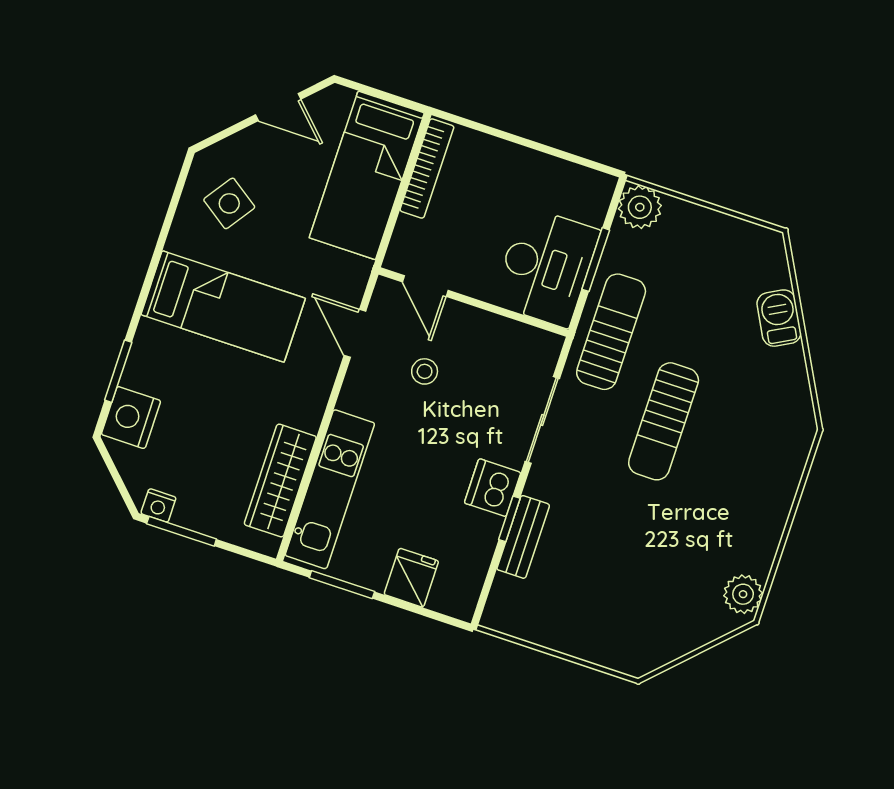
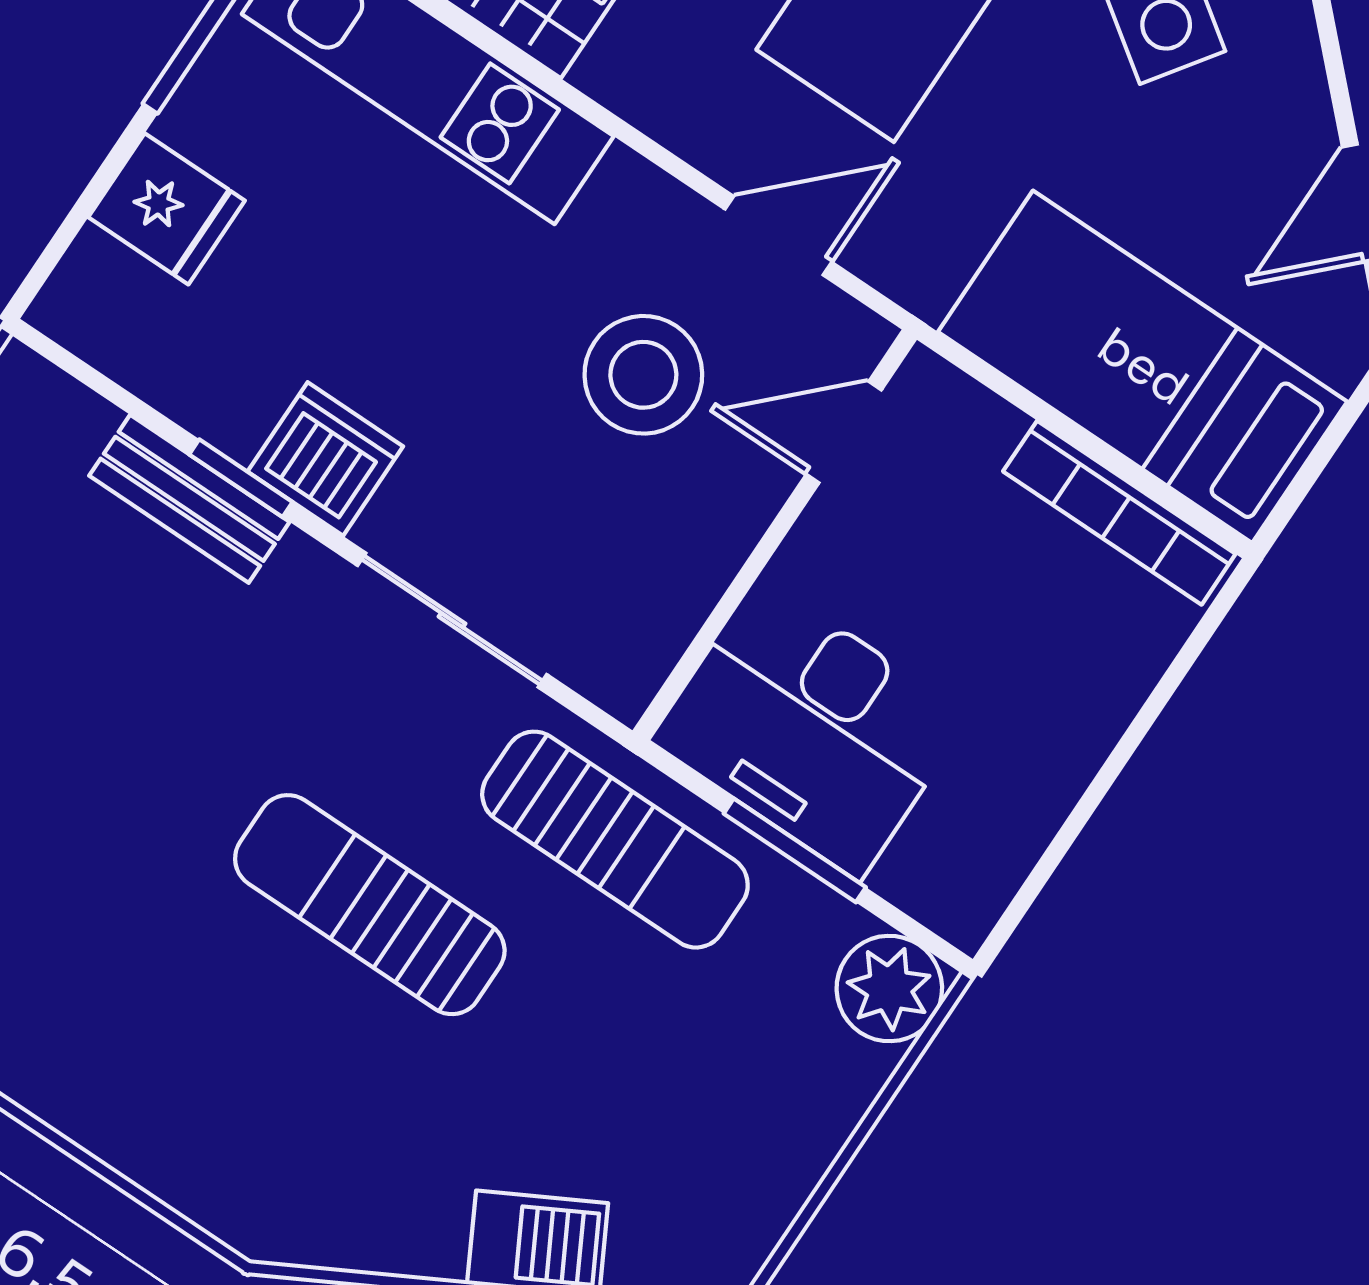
stool: (425, 371) -> (643, 375), width x1.89, depth x1.89

